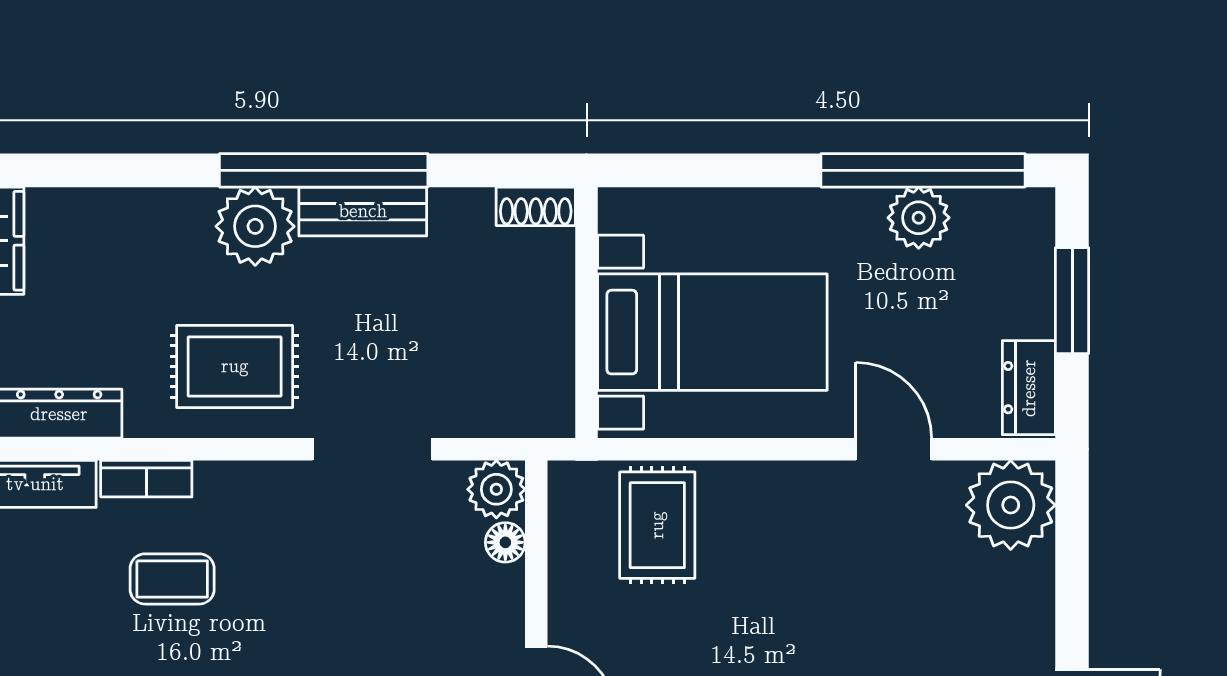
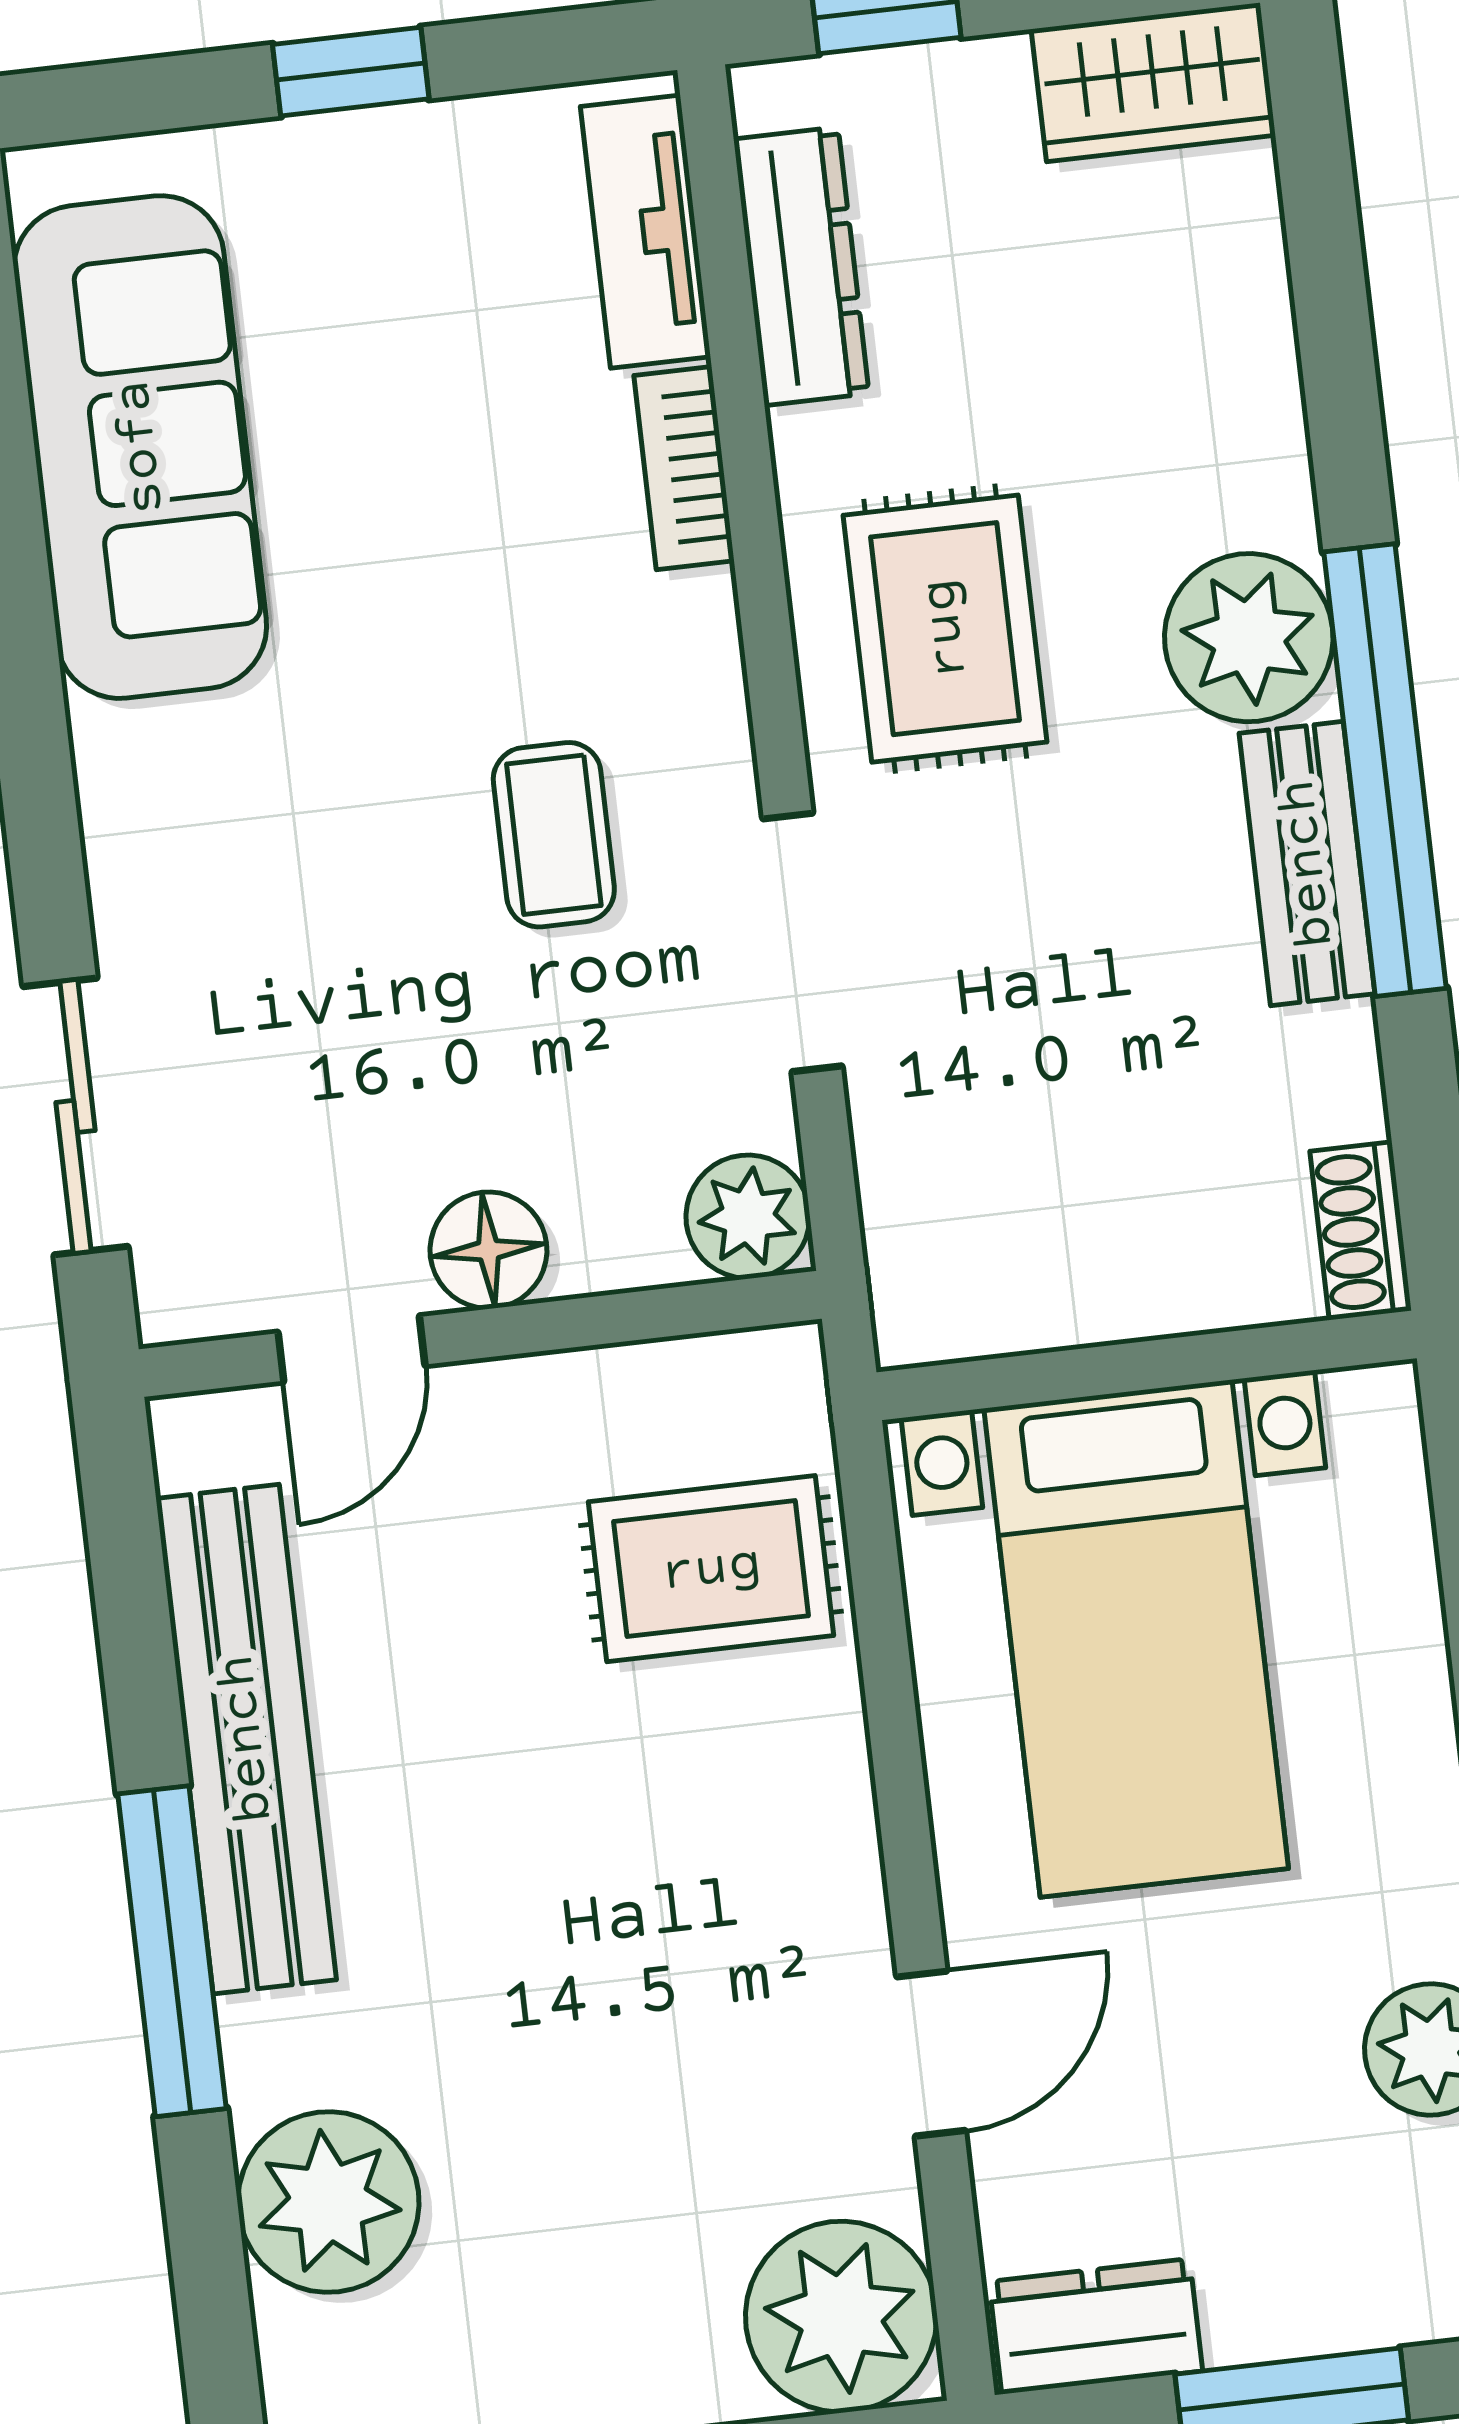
floor lamp: (505, 542) -> (488, 1250), moved, width x1.37, depth x1.37
coffee table: (172, 579) -> (554, 835), moved

